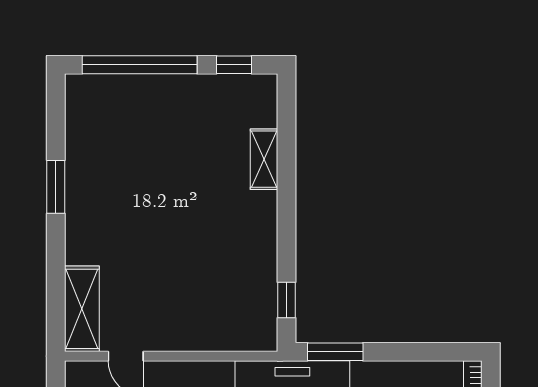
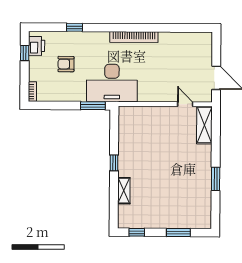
window: (140, 65) -> (178, 233), width x0.47
window: (287, 300) -> (114, 163), moved

